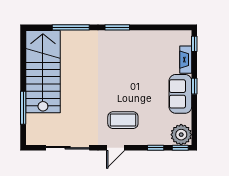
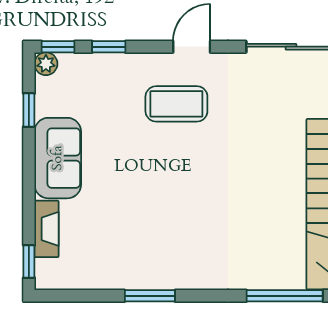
window: (117, 27) -> (150, 296), moved
window: (194, 86) -> (29, 110), moved
plant: (181, 135) -> (46, 64), width x0.53, depth x0.53

